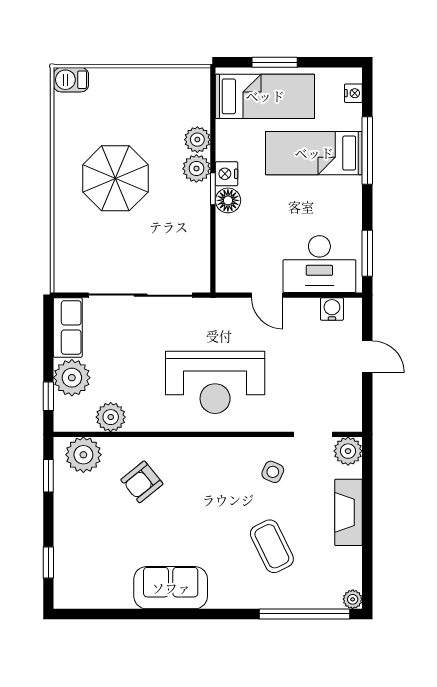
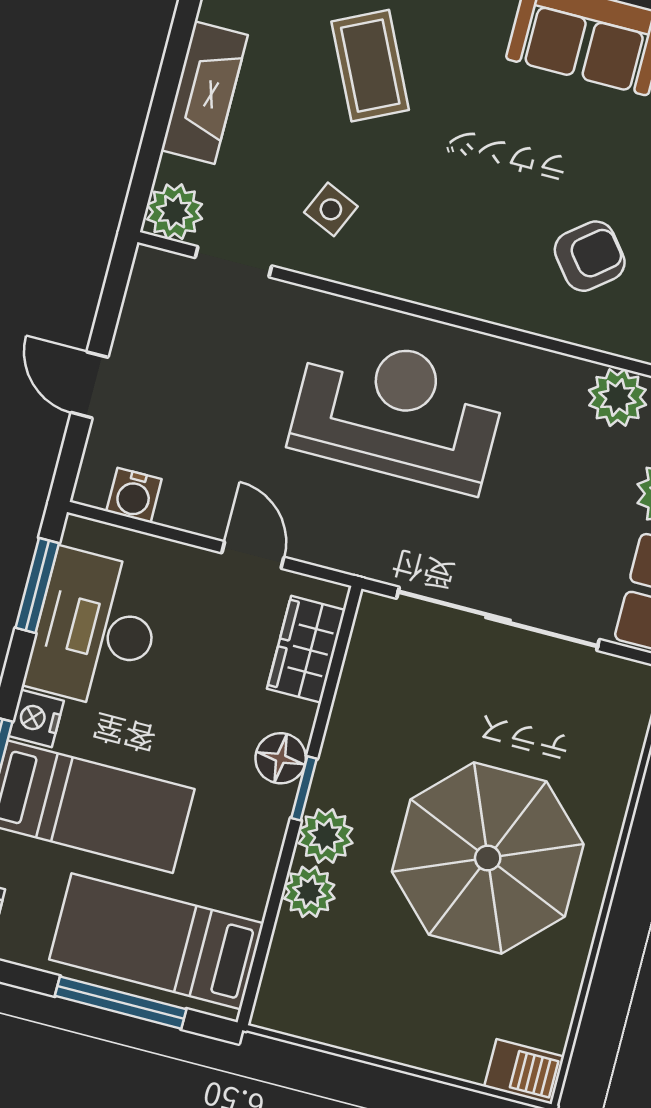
window: (275, 62) -> (121, 1003), width x1.44
nightstand: (227, 174) -> (36, 718), moved, turned 180
parasol: (115, 178) -> (488, 858), width x1.36, depth x1.36
wardrobe: (229, 256) -> (306, 649), added
desk: (319, 264) -> (95, 629), moved, turned -90

